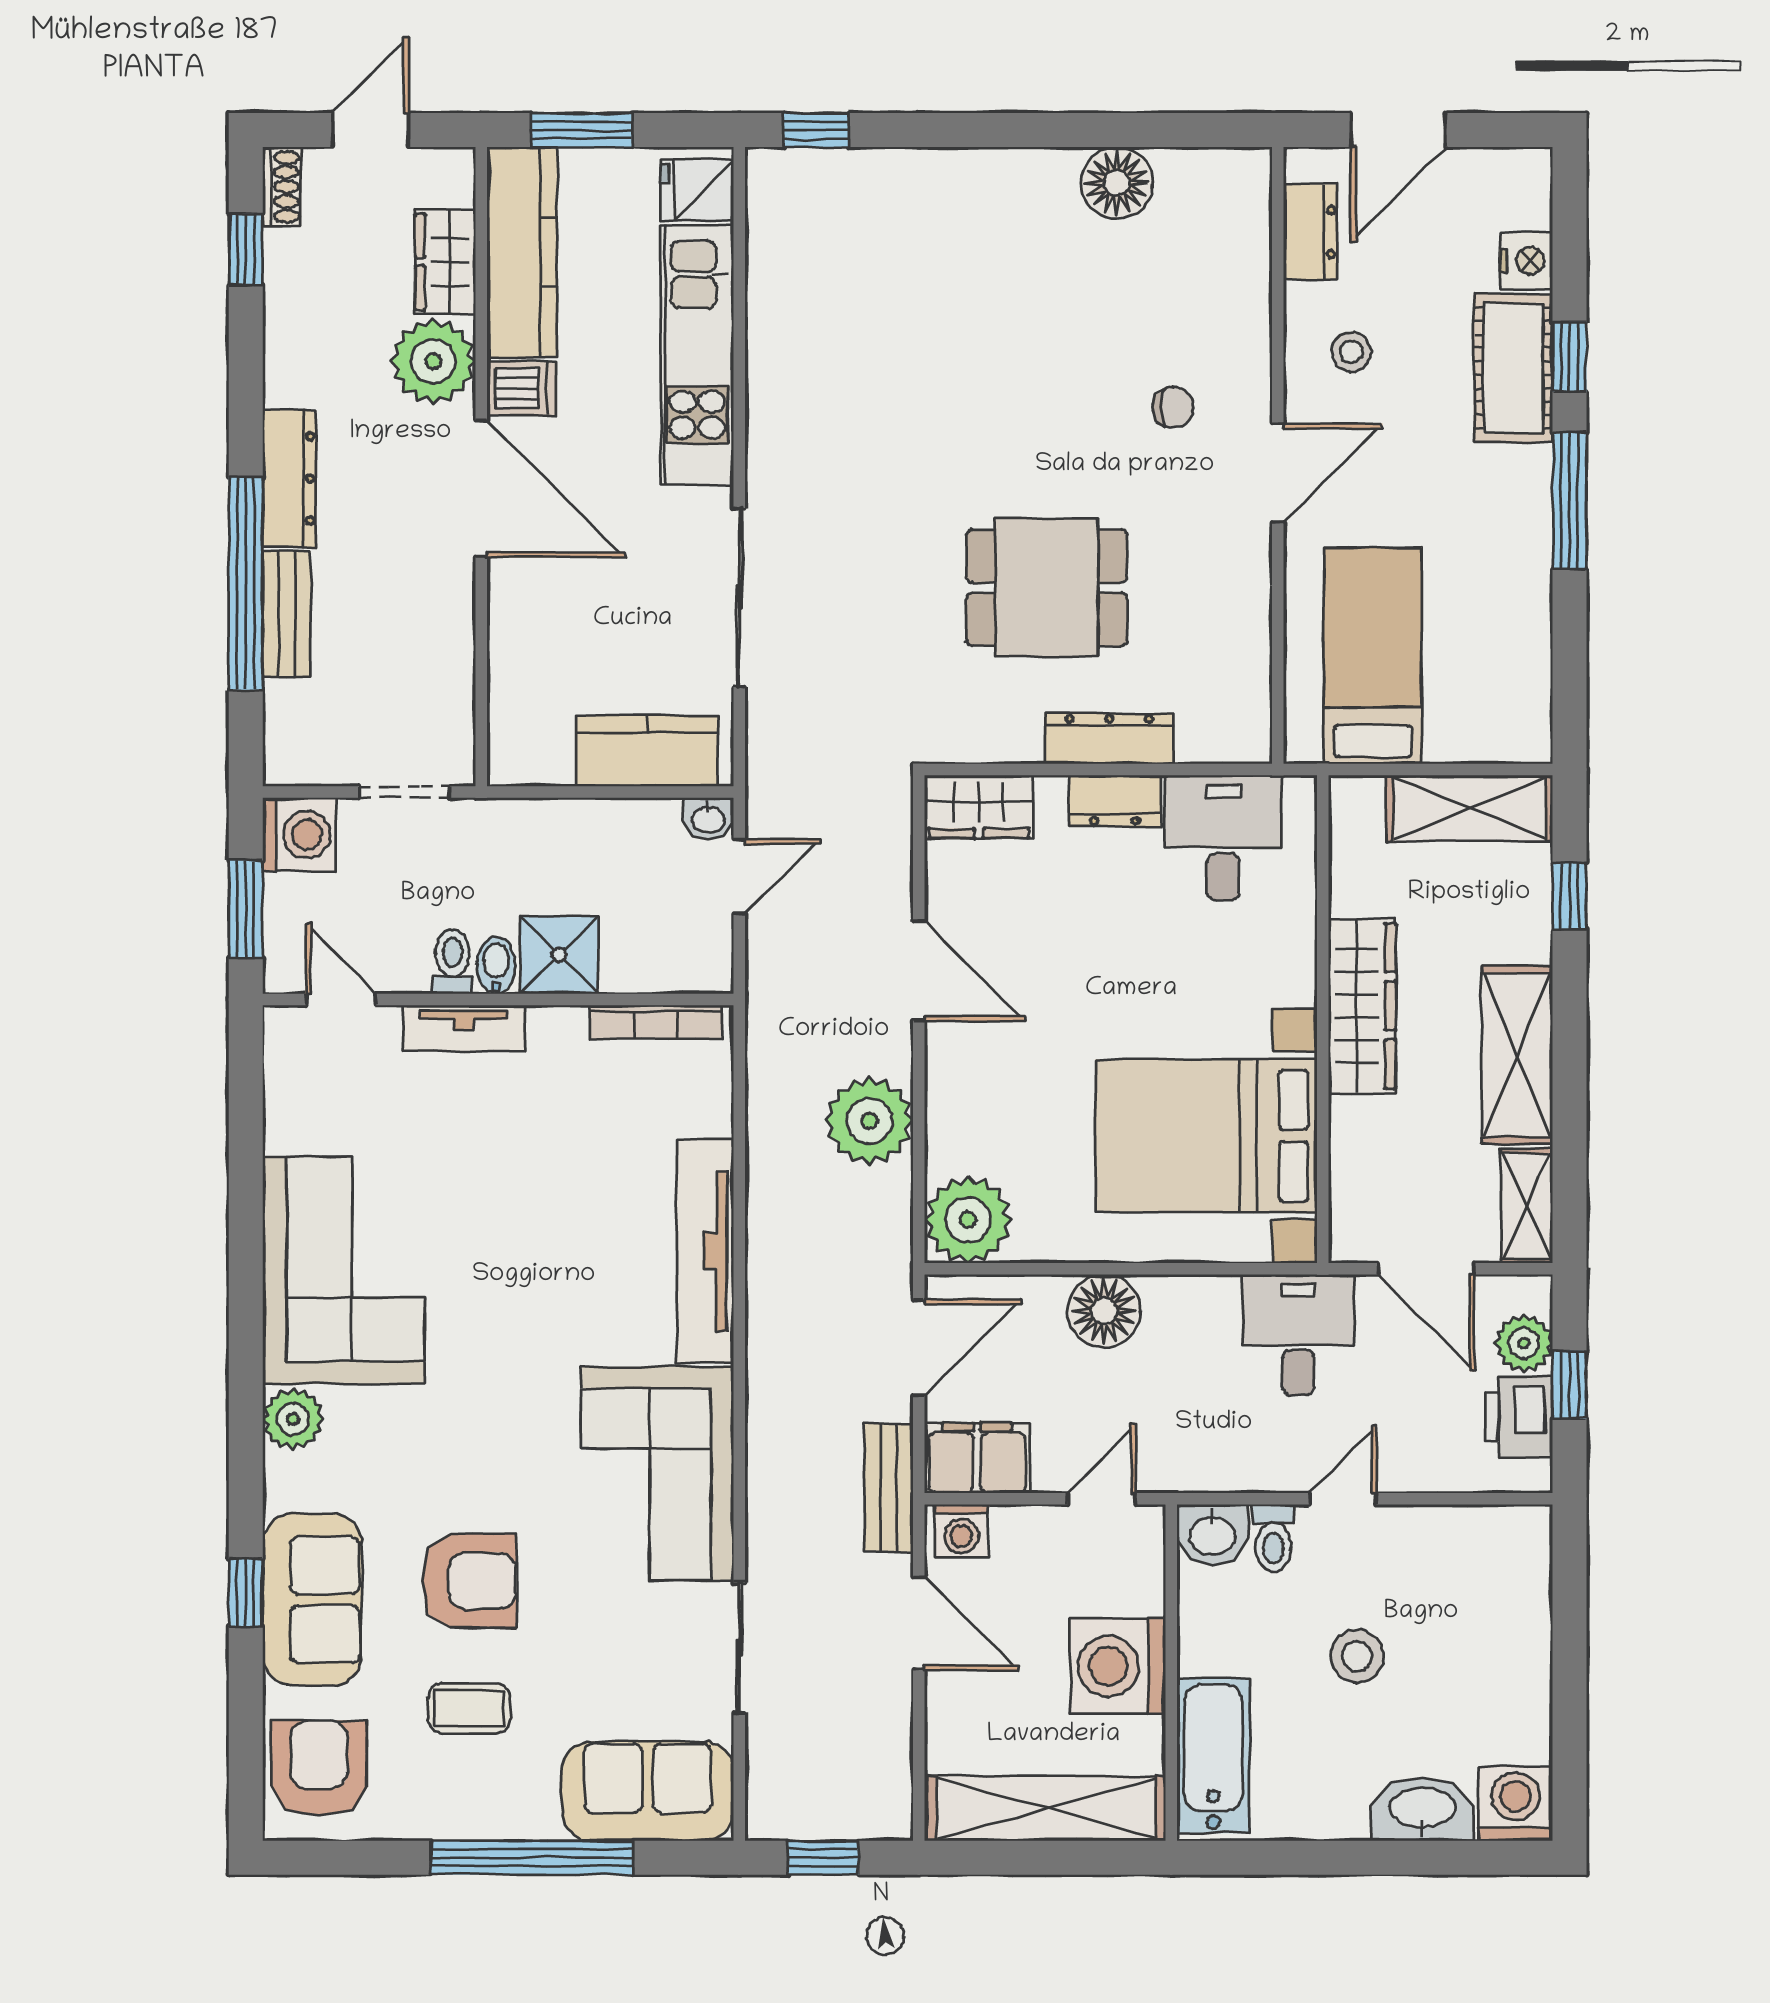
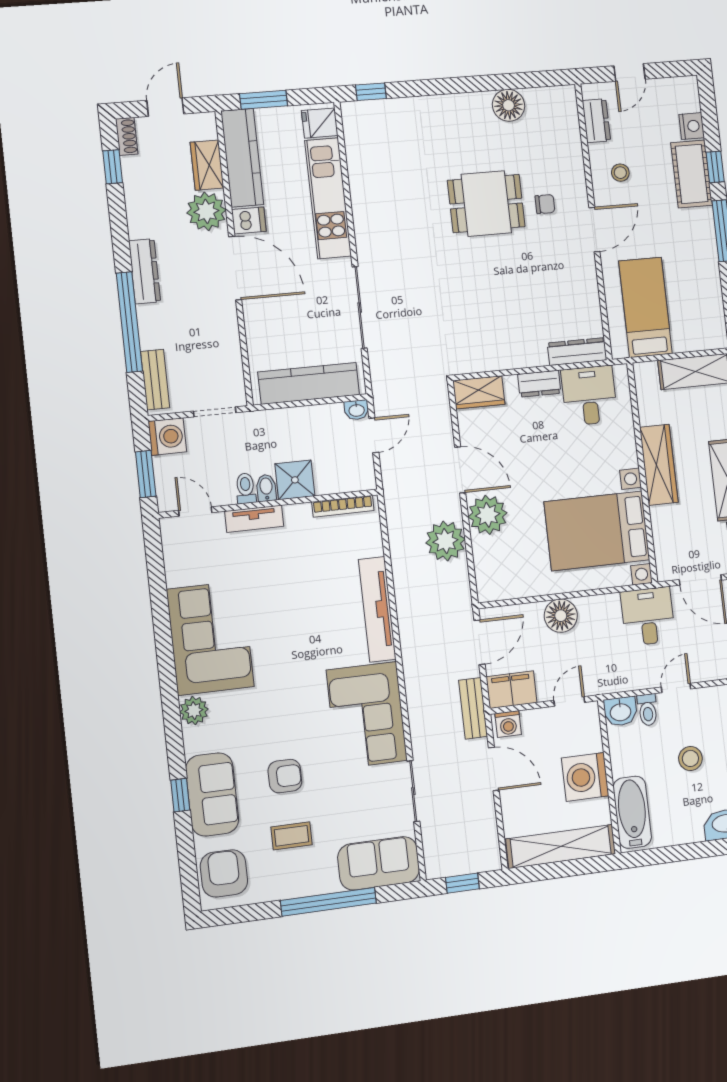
door: (1398, 130) -> (629, 72), width x0.73
dining table: (1047, 588) -> (486, 204), moved
bench: (287, 614) -> (155, 380), moved
dresser: (1109, 739) -> (577, 352), moved
kitchen counter: (647, 751) -> (309, 383), width x1.50
plant: (968, 1220) -> (488, 515), moved
armchair: (469, 1581) -> (285, 776), width x0.72, depth x0.72

